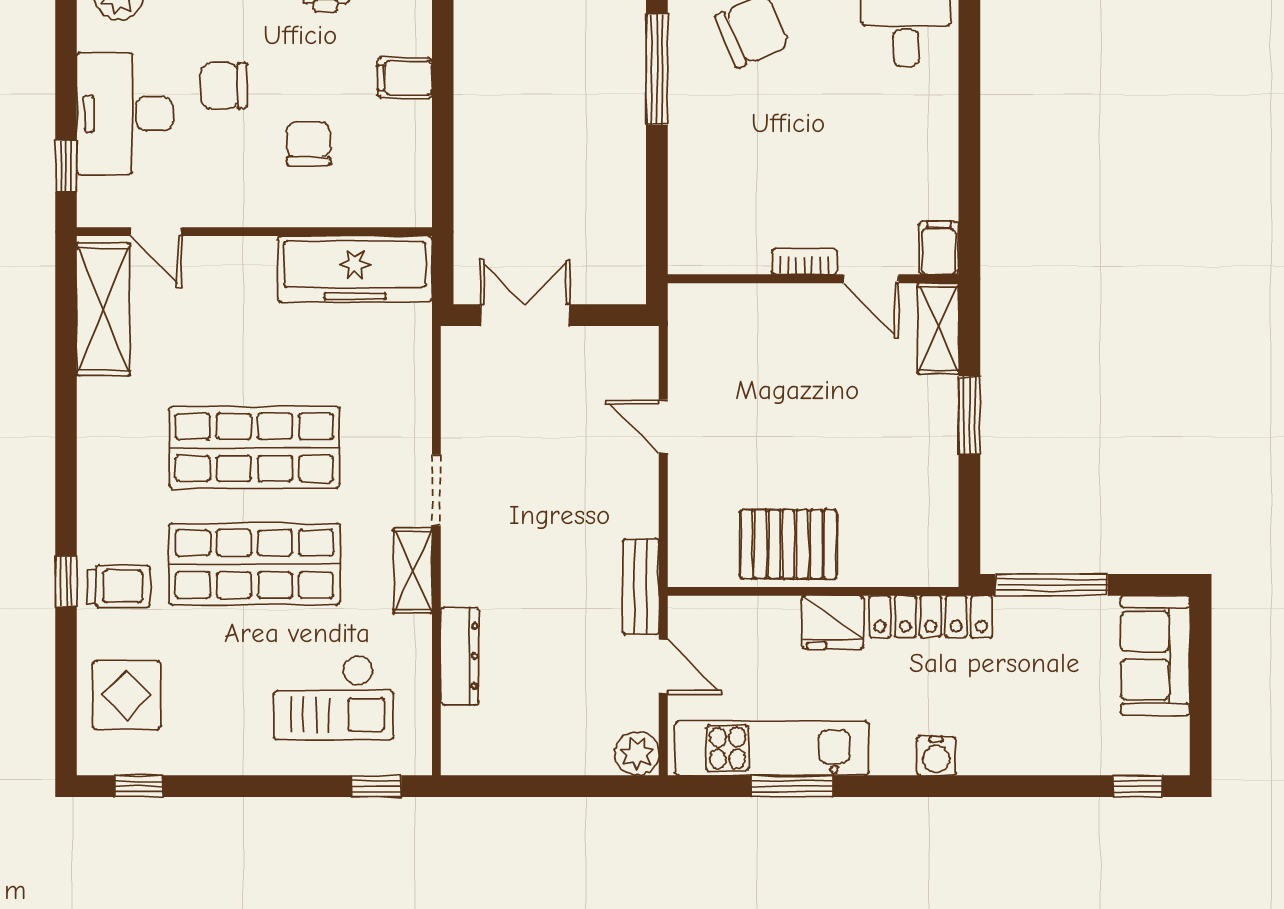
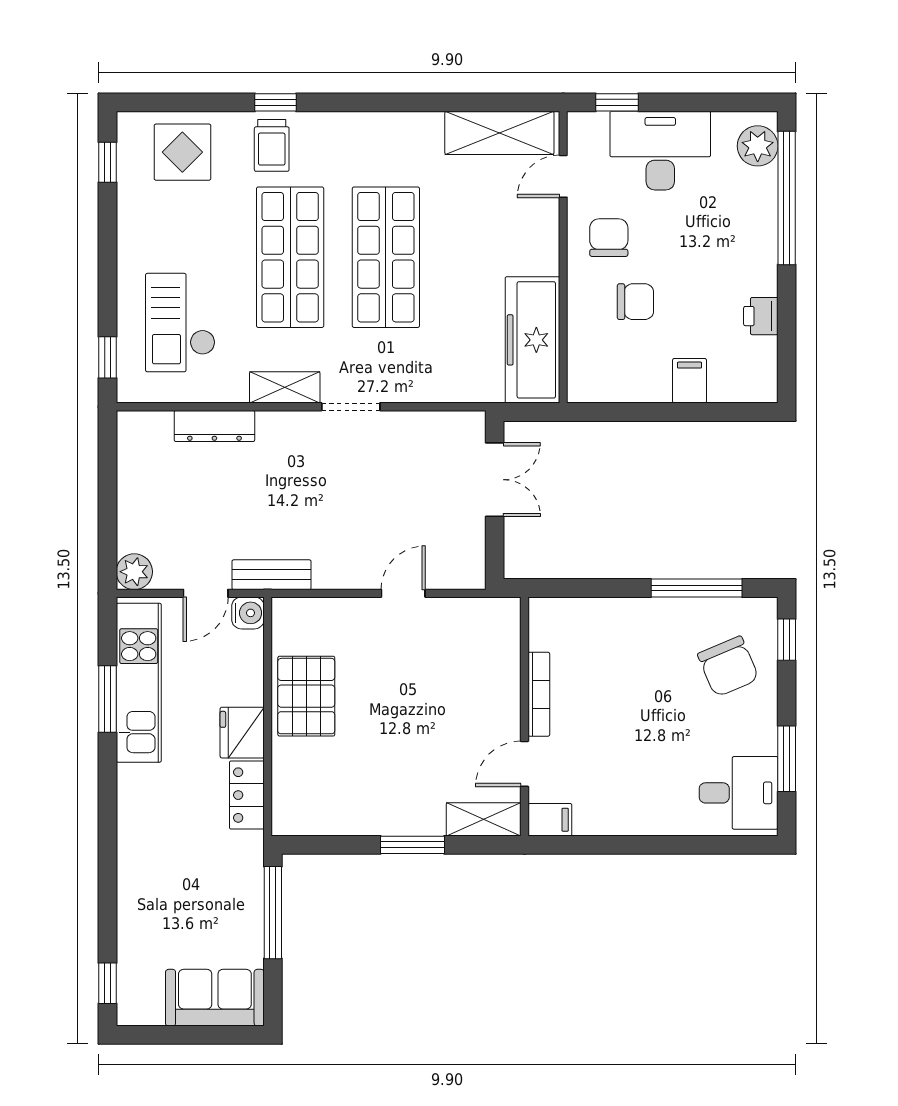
chair: (224, 86) -> (609, 238), moved
bookcase: (805, 261) -> (539, 694), width x1.56
locker: (931, 617) -> (247, 795), width x0.66
water cooler: (936, 756) -> (248, 613), moved, turned 180

